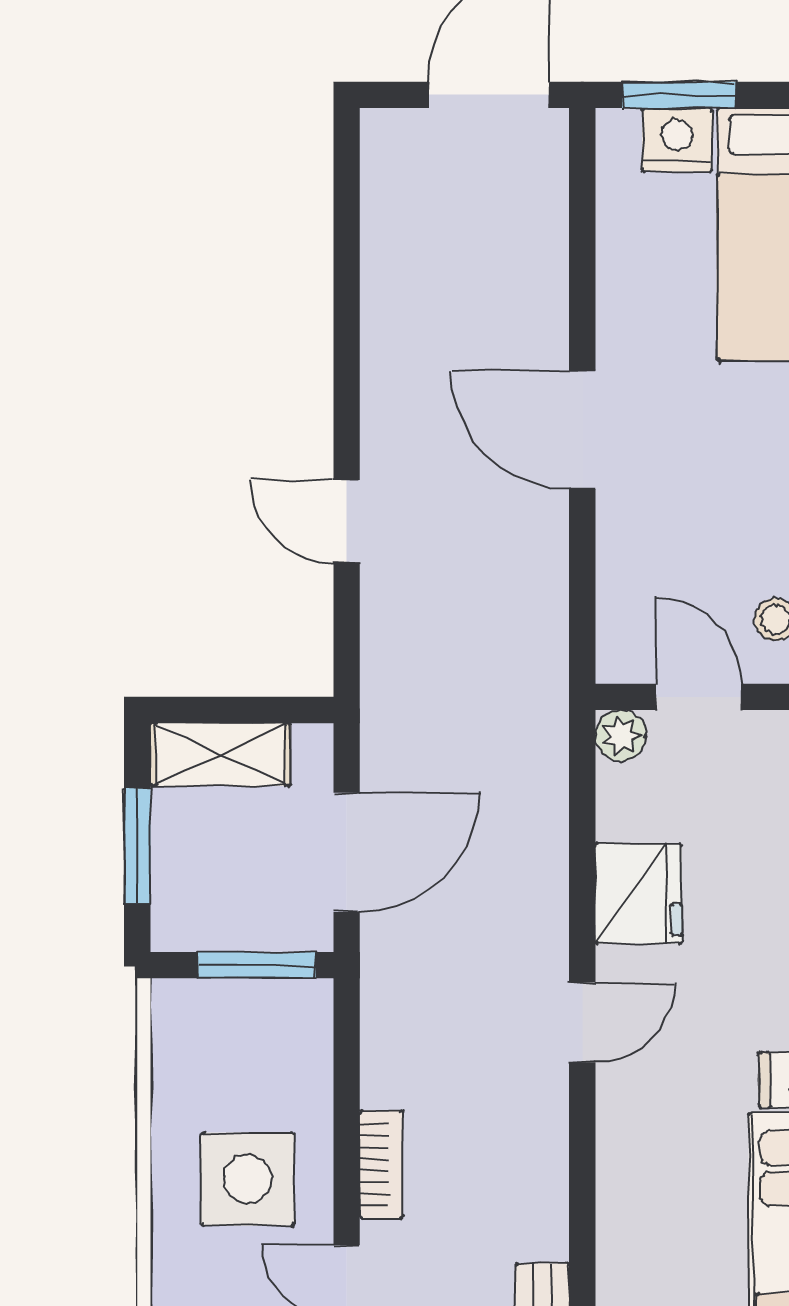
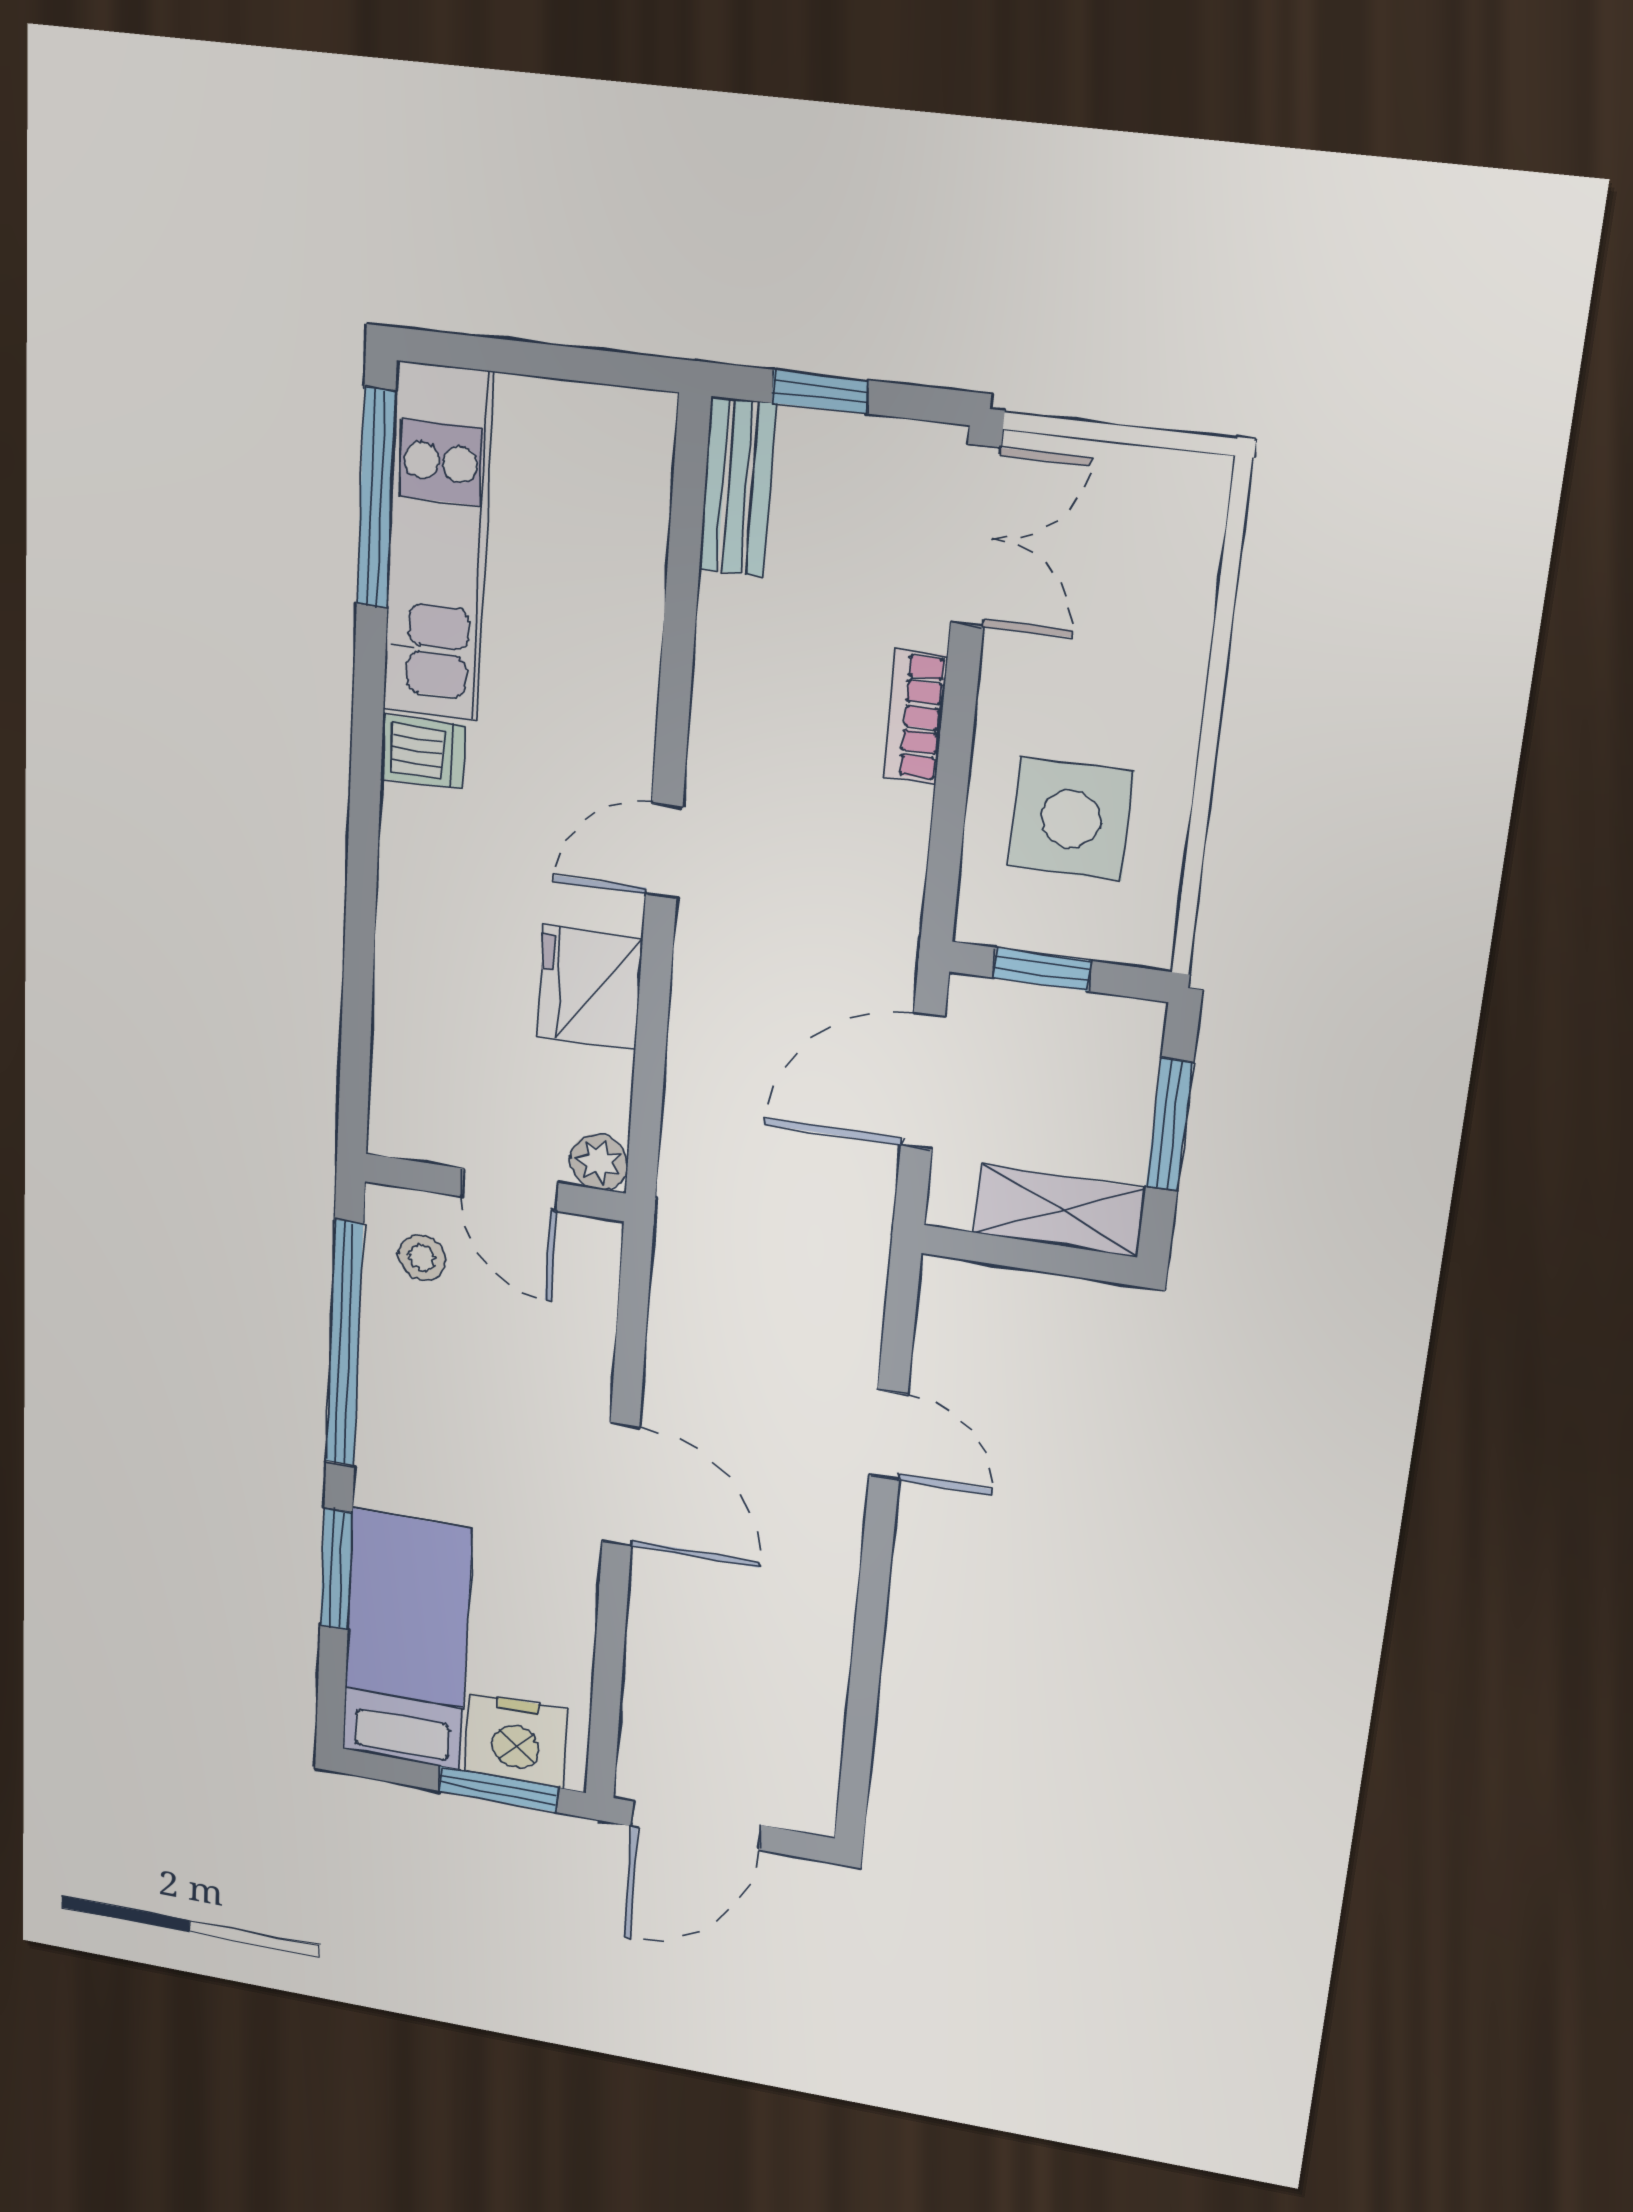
nightstand: (677, 140) -> (516, 1740), width x1.36, depth x1.33
window: (257, 965) -> (1042, 969), width x0.67
side table: (247, 1179) -> (1071, 819), moved

